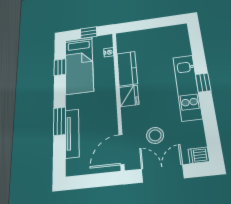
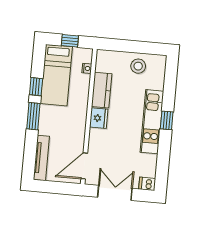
window: (60, 67) -> (36, 87), moved
window: (60, 121) -> (33, 116), moved
tv unit: (72, 133) -> (41, 158), moved
stool: (155, 135) -> (138, 66), moved

